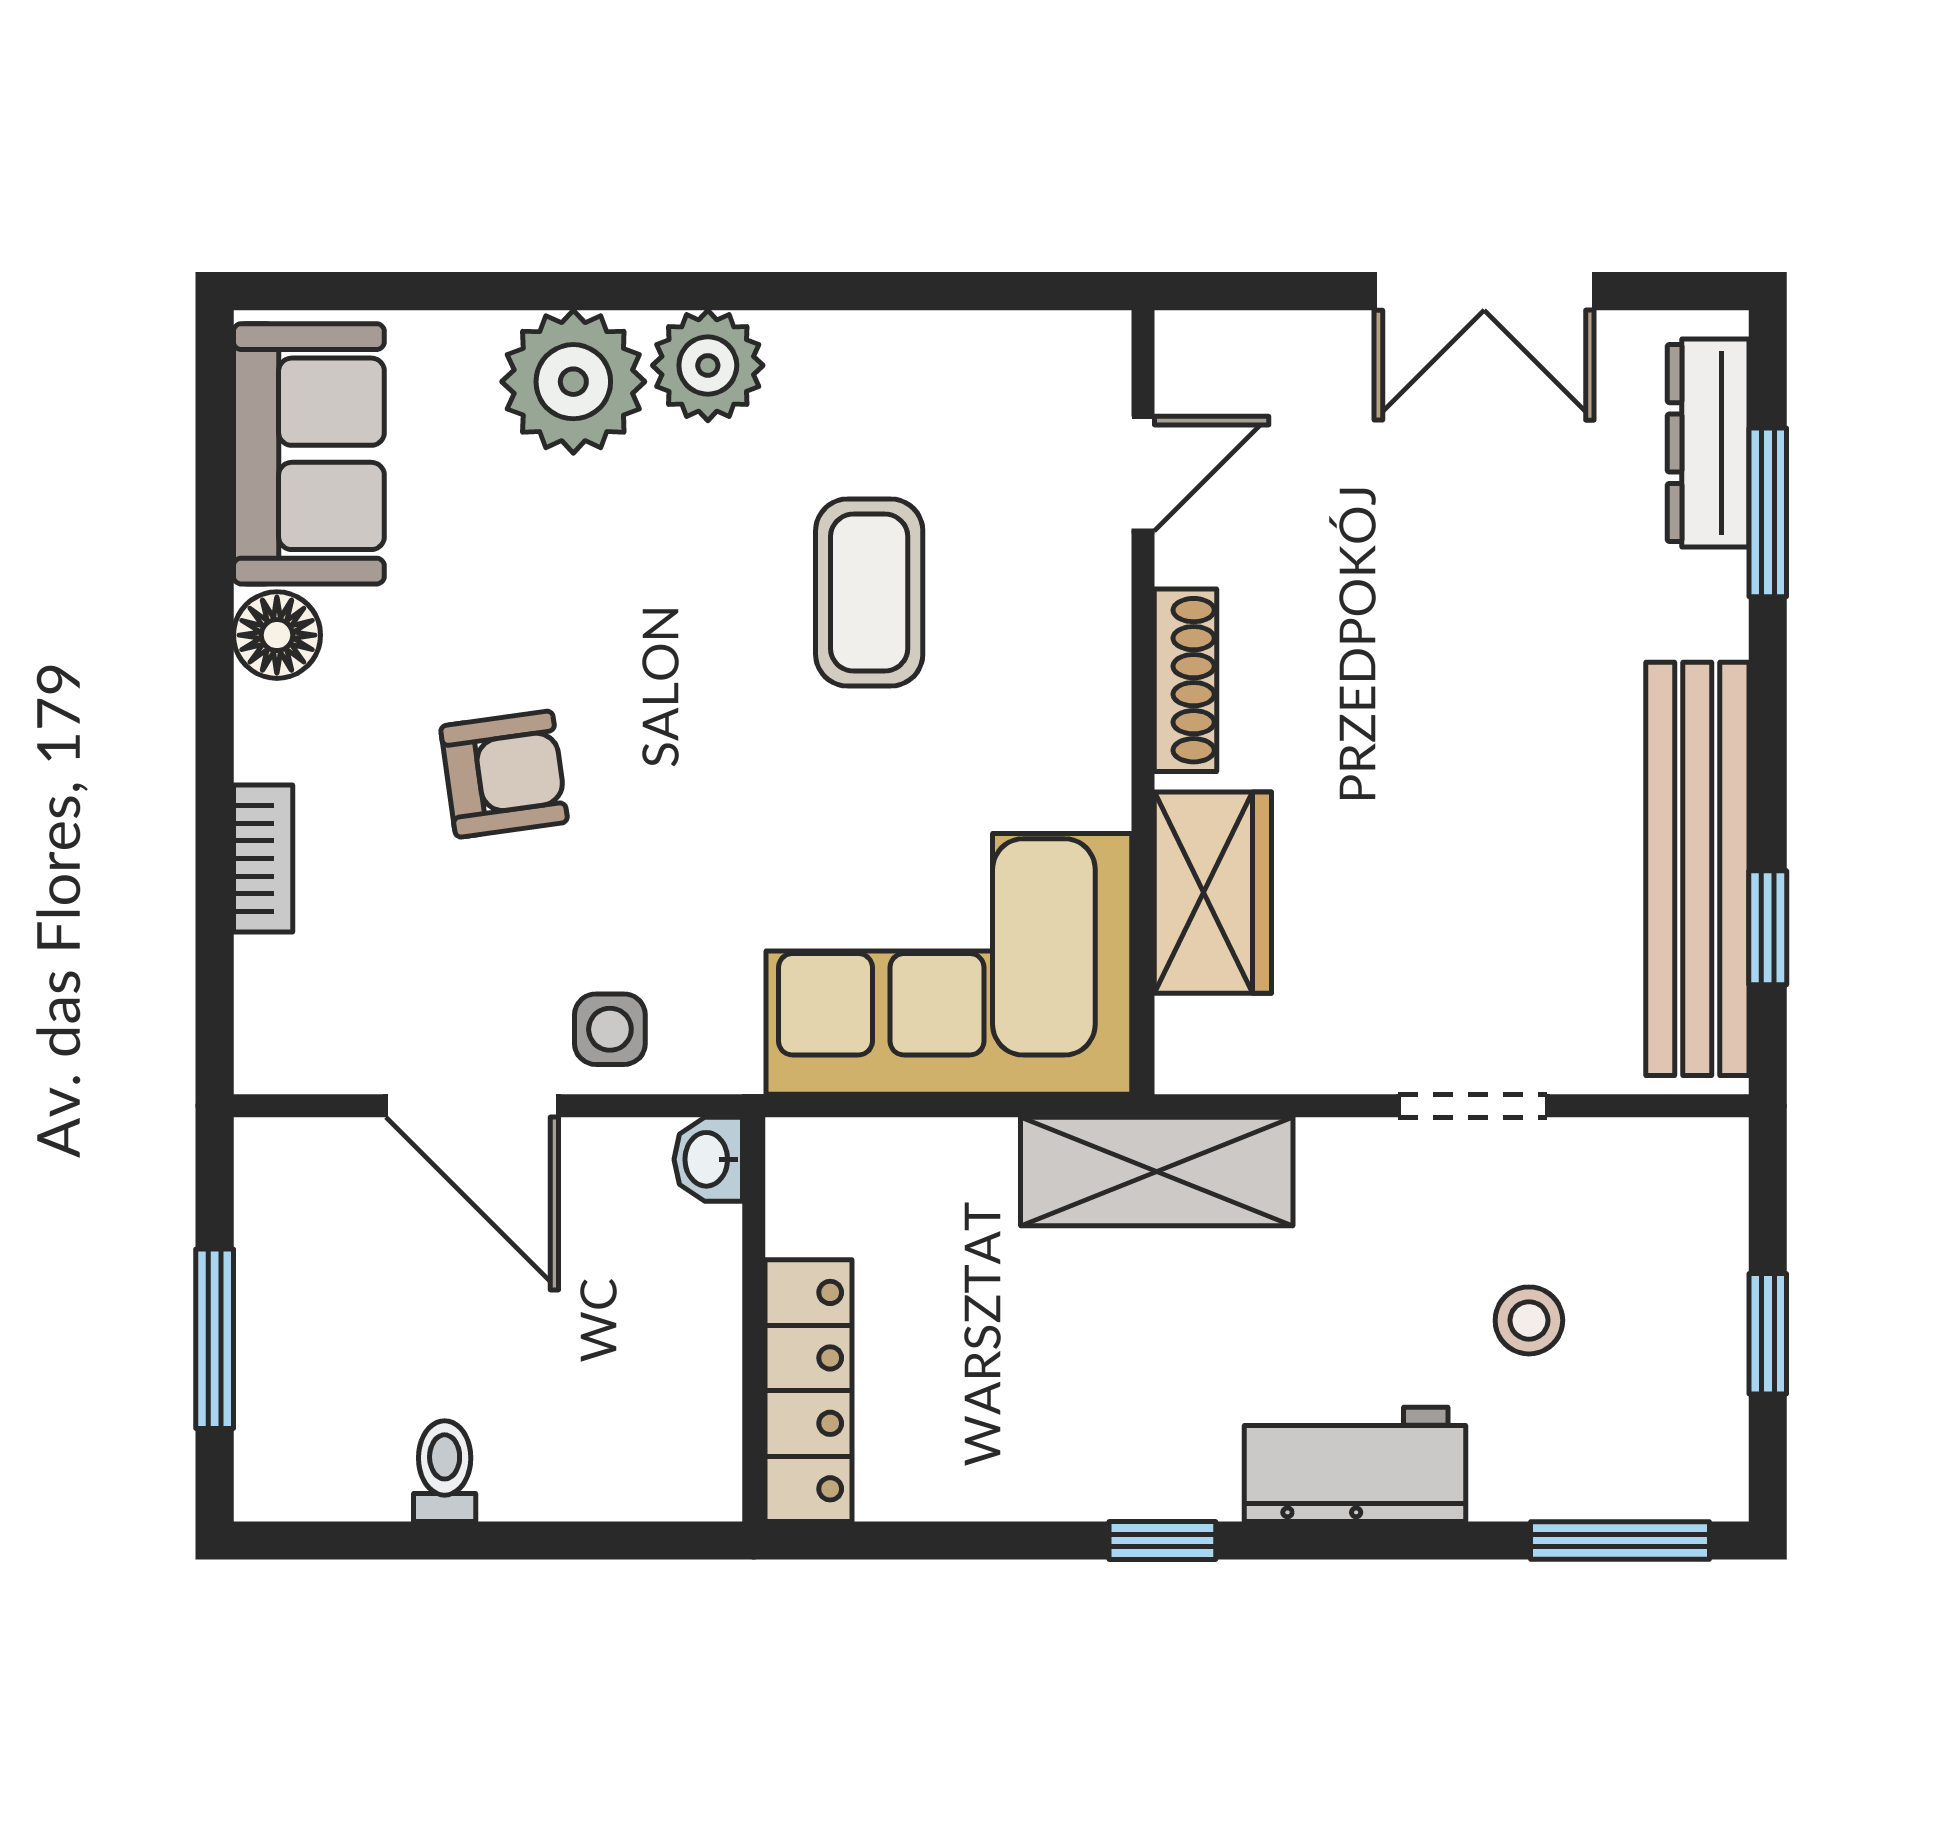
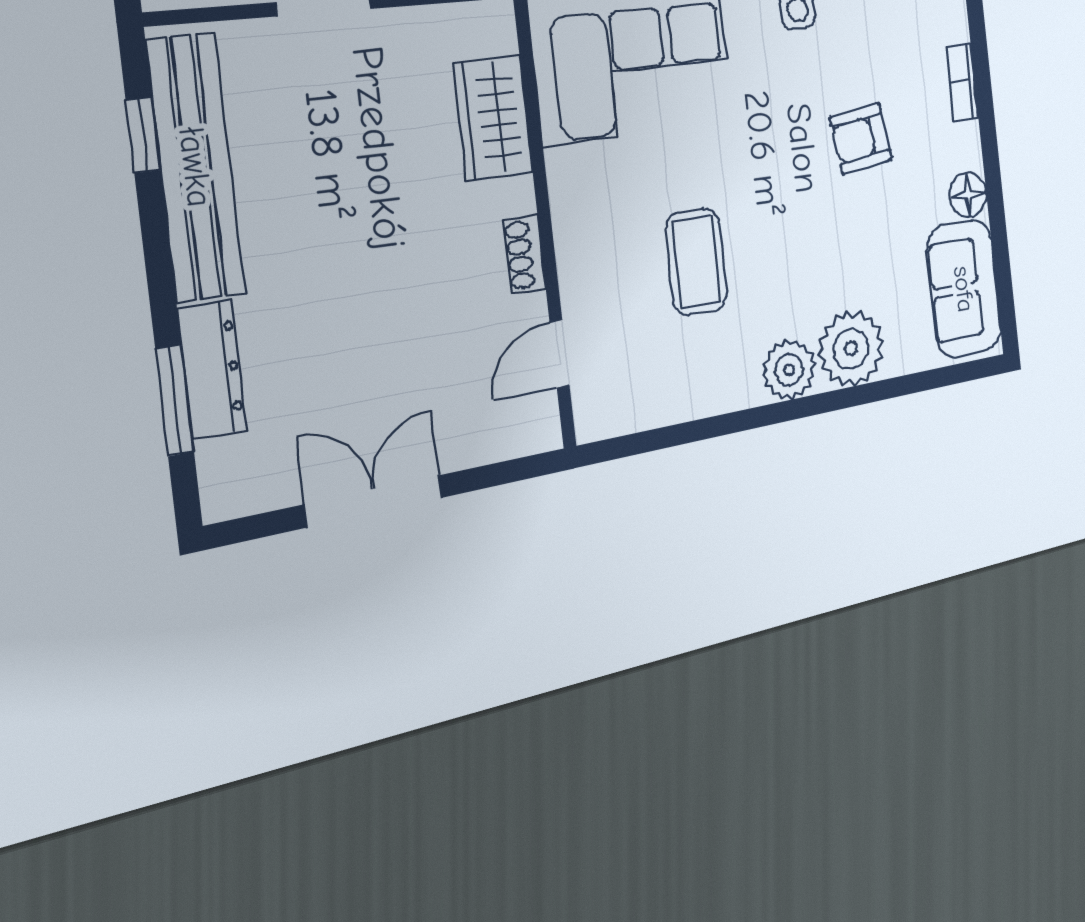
dresser: (1708, 443) -> (212, 369), moved
shoe rack: (1186, 680) -> (524, 255), width x0.70

